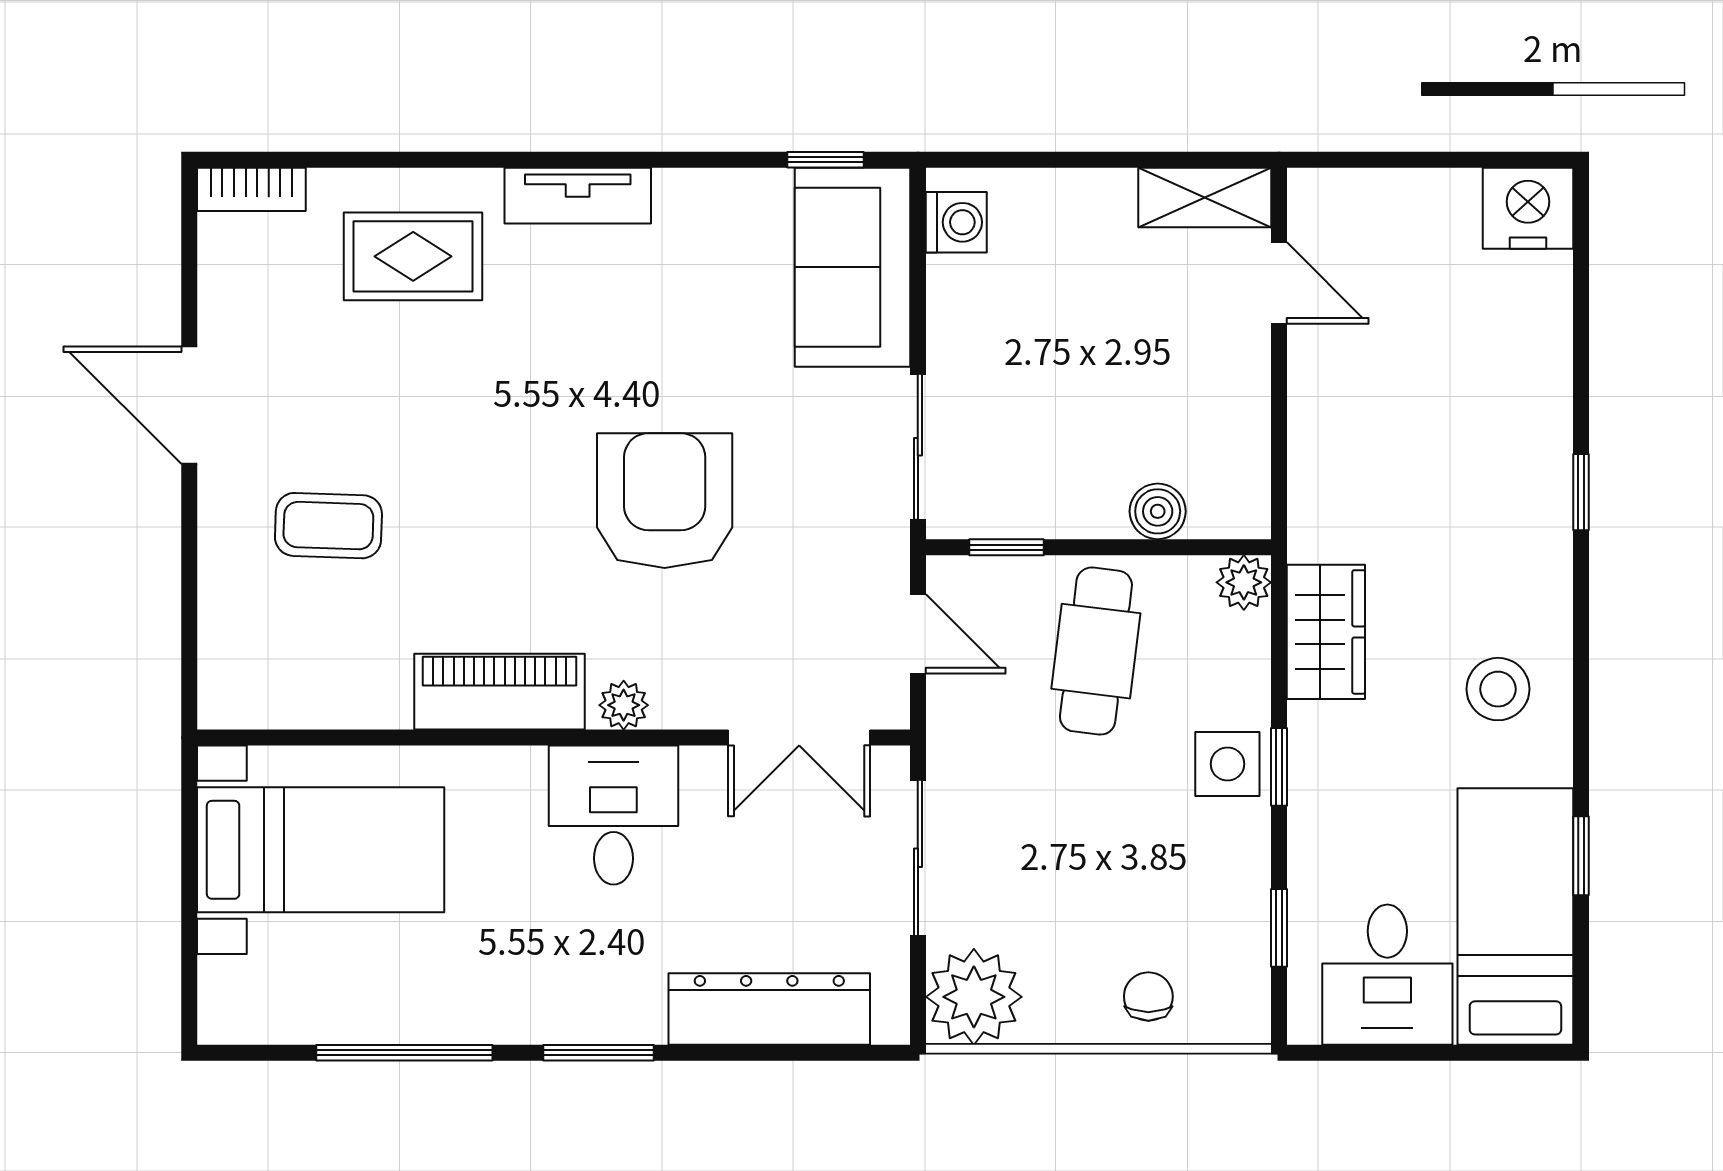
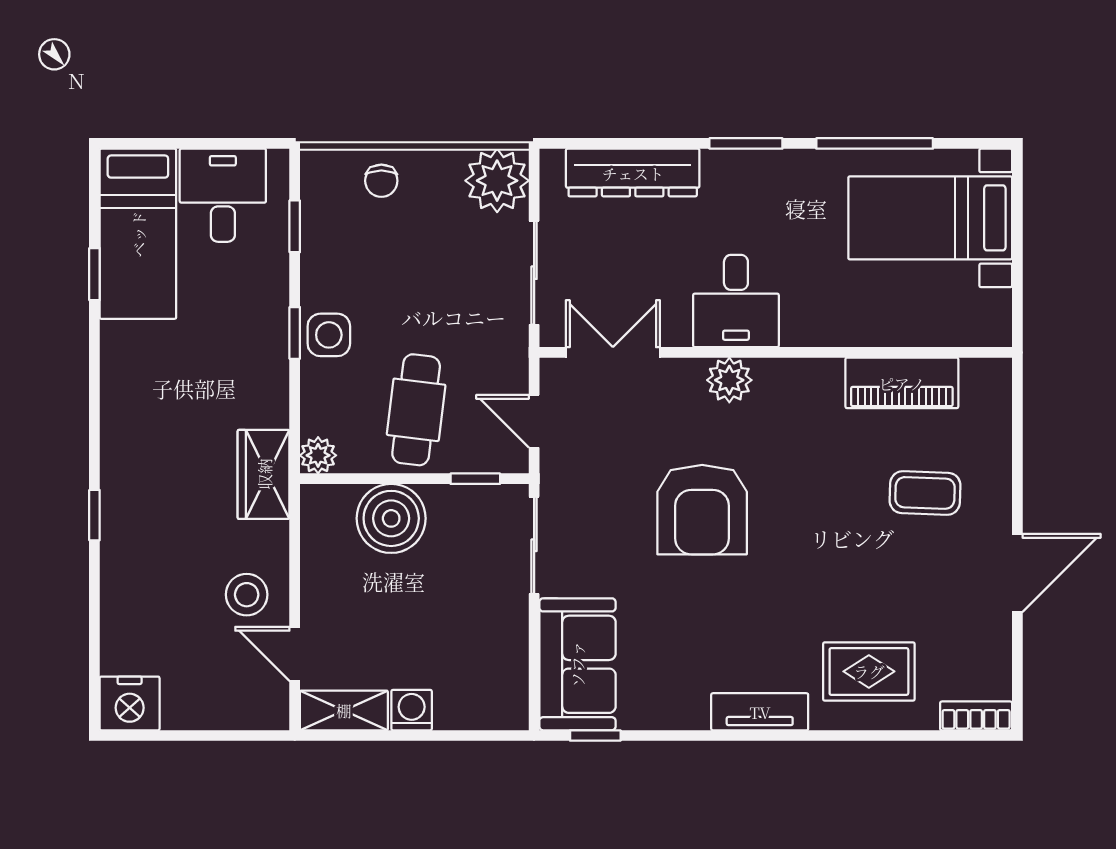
washing machine: (956, 222) -> (412, 710), moved, turned 90
door: (189, 405) -> (1017, 573), hinge flipped
boiler: (1158, 511) -> (391, 518), width x1.86, depth x1.86
wardrobe: (1326, 632) -> (264, 474), moved
stool: (1498, 689) -> (247, 595), moved
piano: (499, 692) -> (902, 383), moved
plant: (624, 705) -> (729, 380), width x1.38, depth x1.38
bed with nightstands: (321, 850) -> (930, 218), moved

